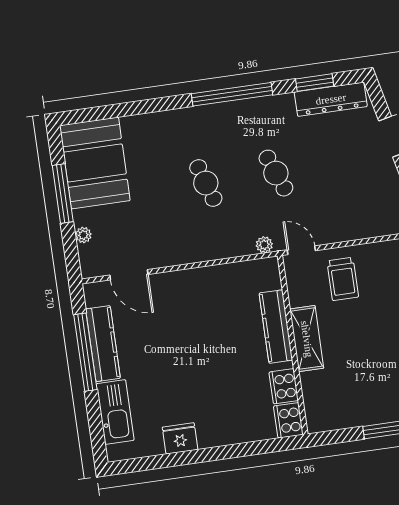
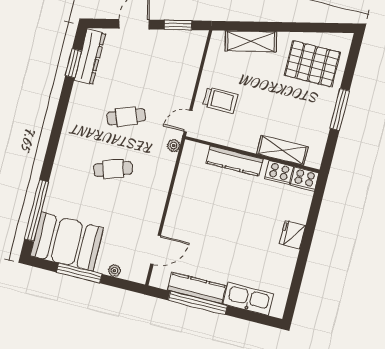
window: (232, 94) -> (36, 210), moved
shelving: (307, 339) -> (282, 150), moved
fridge: (180, 438) -> (292, 235), moved

